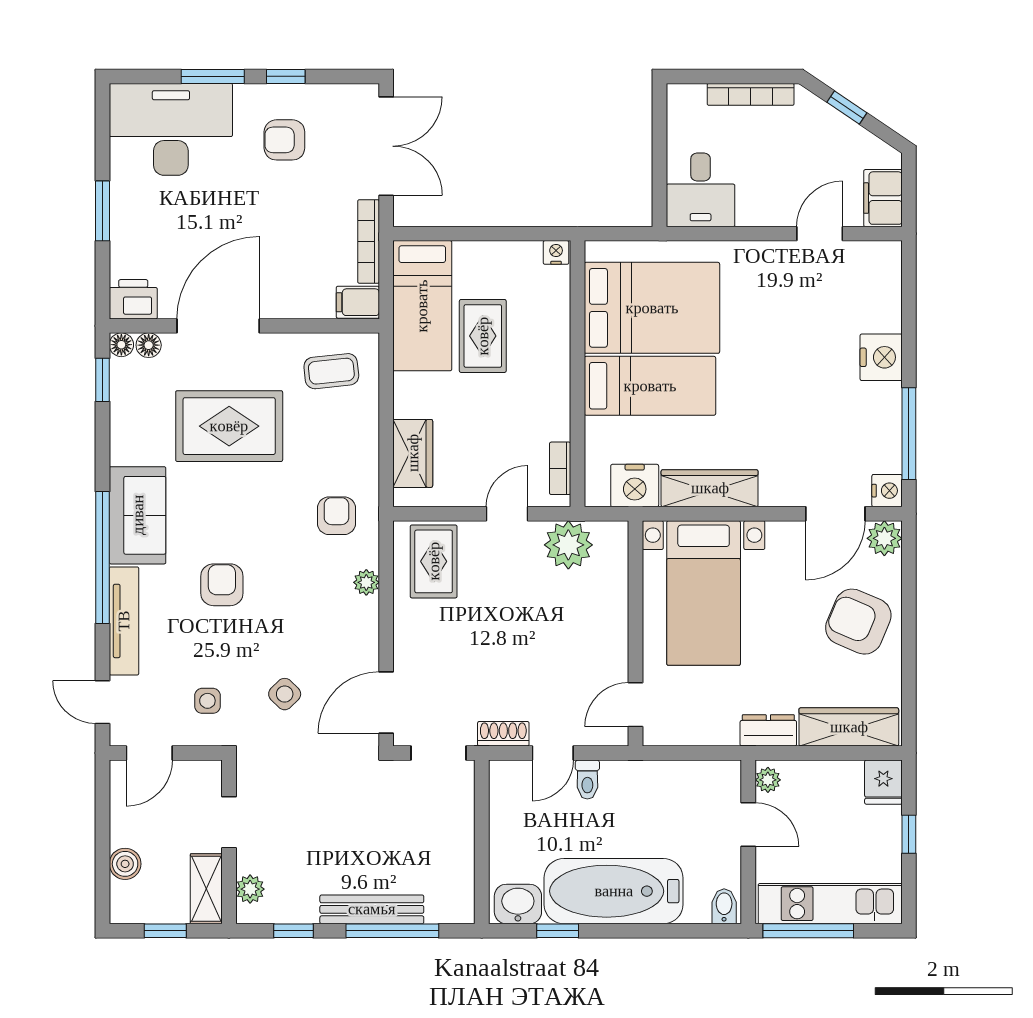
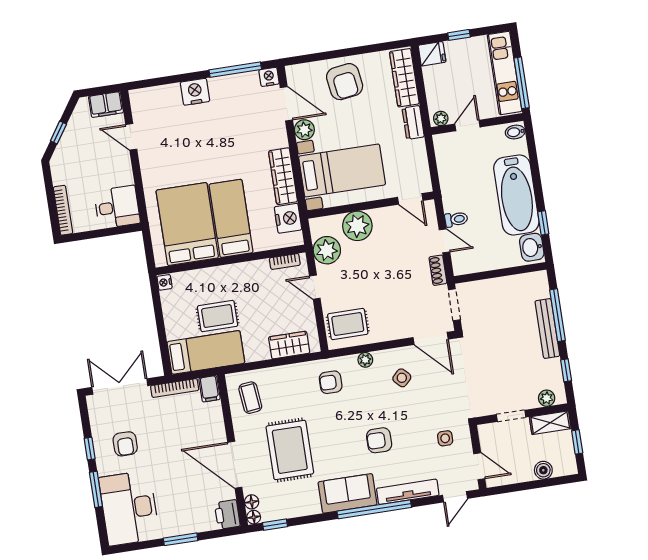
bookcase: (751, 94) -> (63, 210), moved
plant: (884, 538) -> (304, 130), moved
plant: (603, 605) -> (357, 226), added
armchair: (858, 622) -> (345, 82), turned -31
side table: (285, 694) -> (402, 378), moved

